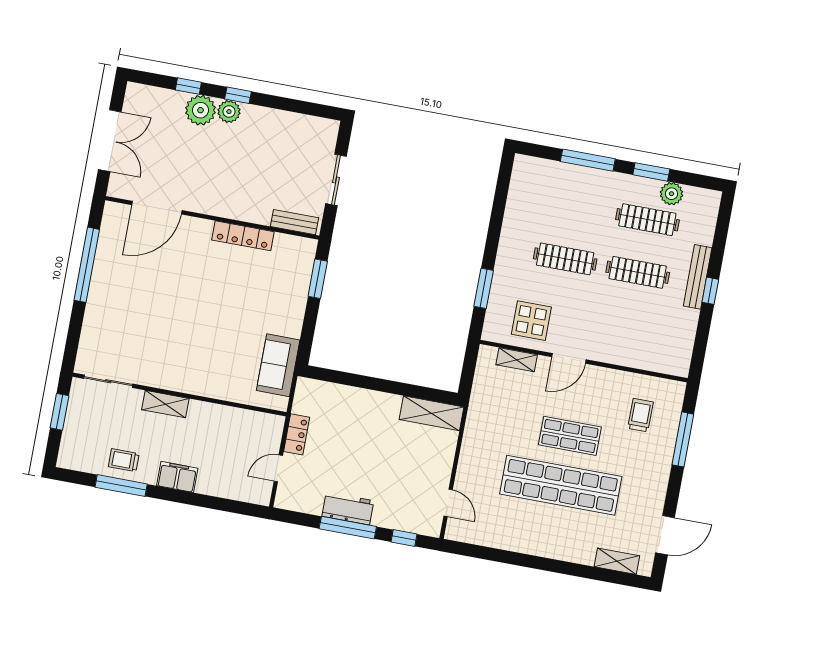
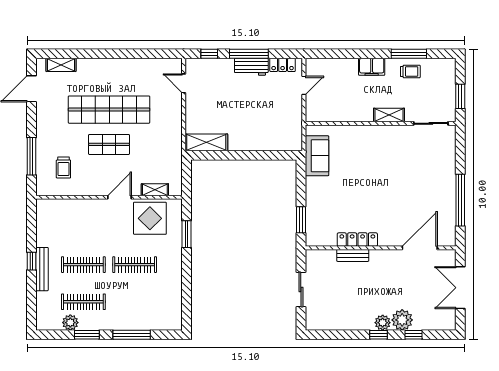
bench: (294, 222) -> (353, 255), moved
display table: (531, 321) -> (150, 218), width x1.36, depth x1.36
locker: (297, 434) -> (283, 65), moved, turned -90

